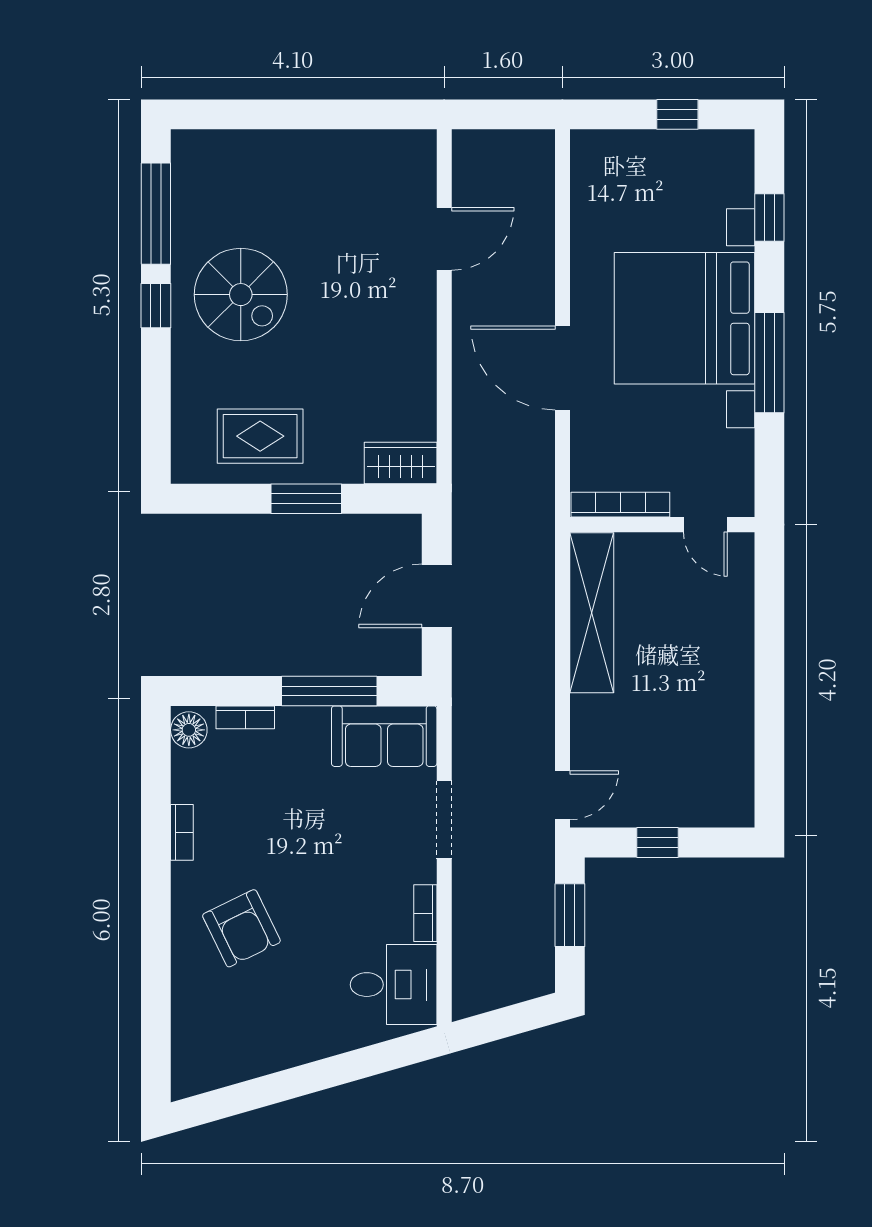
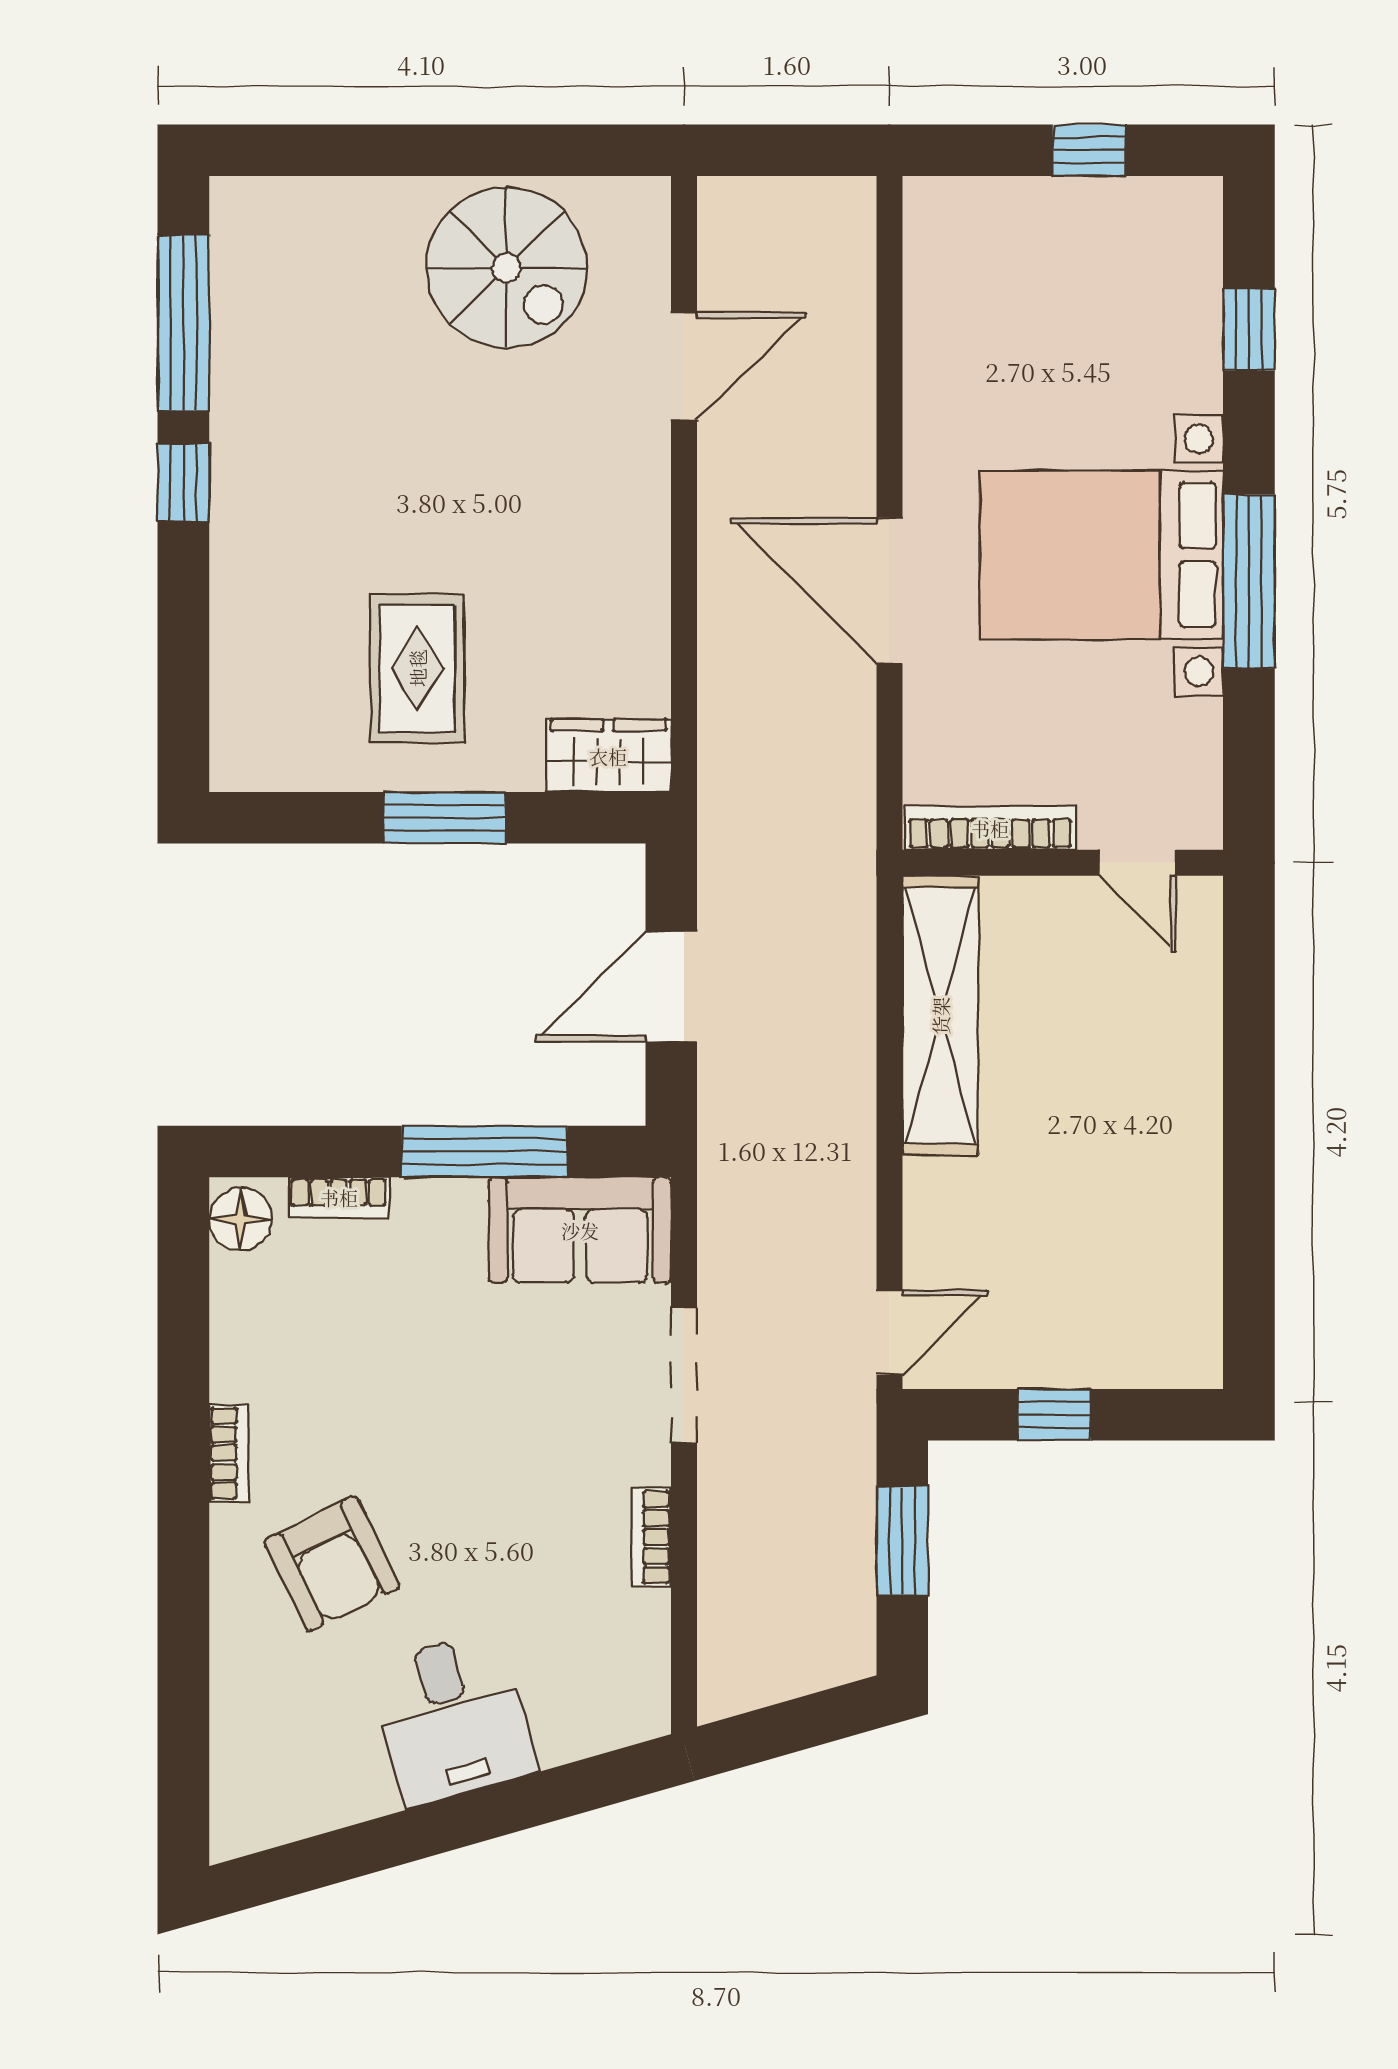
spiral stairs: (241, 295) -> (506, 268), moved
bed with nightstands: (685, 318) -> (1101, 555), width x0.73
rug: (260, 436) -> (417, 668), moved, turned 90
bookcase: (182, 832) -> (229, 1453), moved
desk: (394, 985) -> (452, 1719), moved, turned 74

